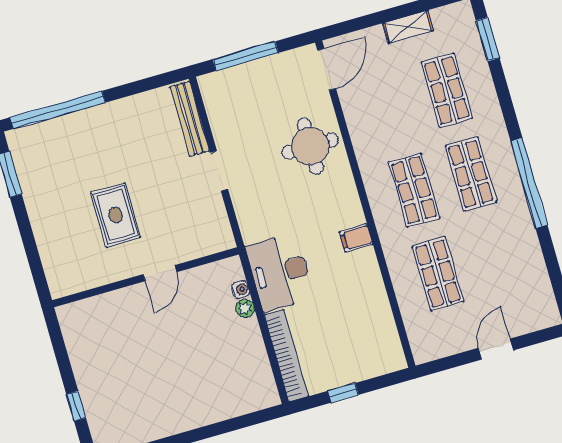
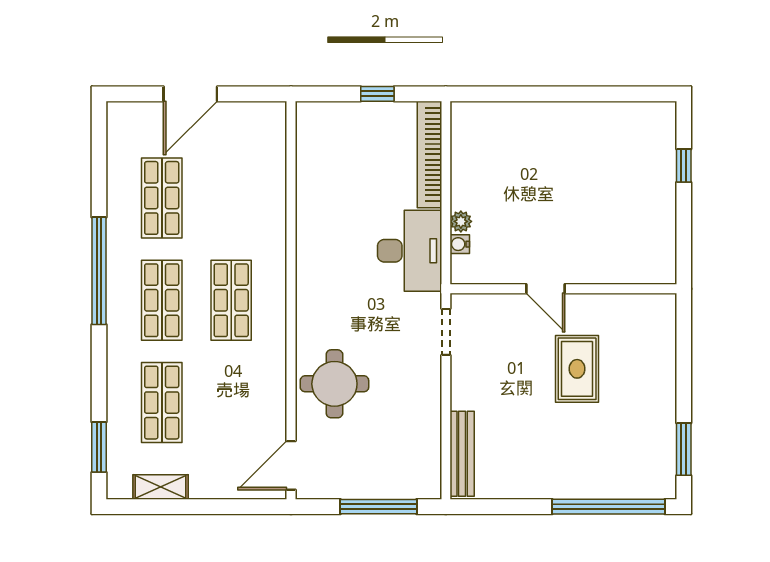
shelving: (408, 27) -> (161, 487), moved
doorway: (219, 171) -> (446, 332), moved
filing cabinet: (356, 238) -> (312, 265), removed
door: (160, 273) -> (546, 289), swing flipped
shop shelf: (438, 274) -> (162, 198), moved
door: (496, 349) -> (190, 94), width x1.38

